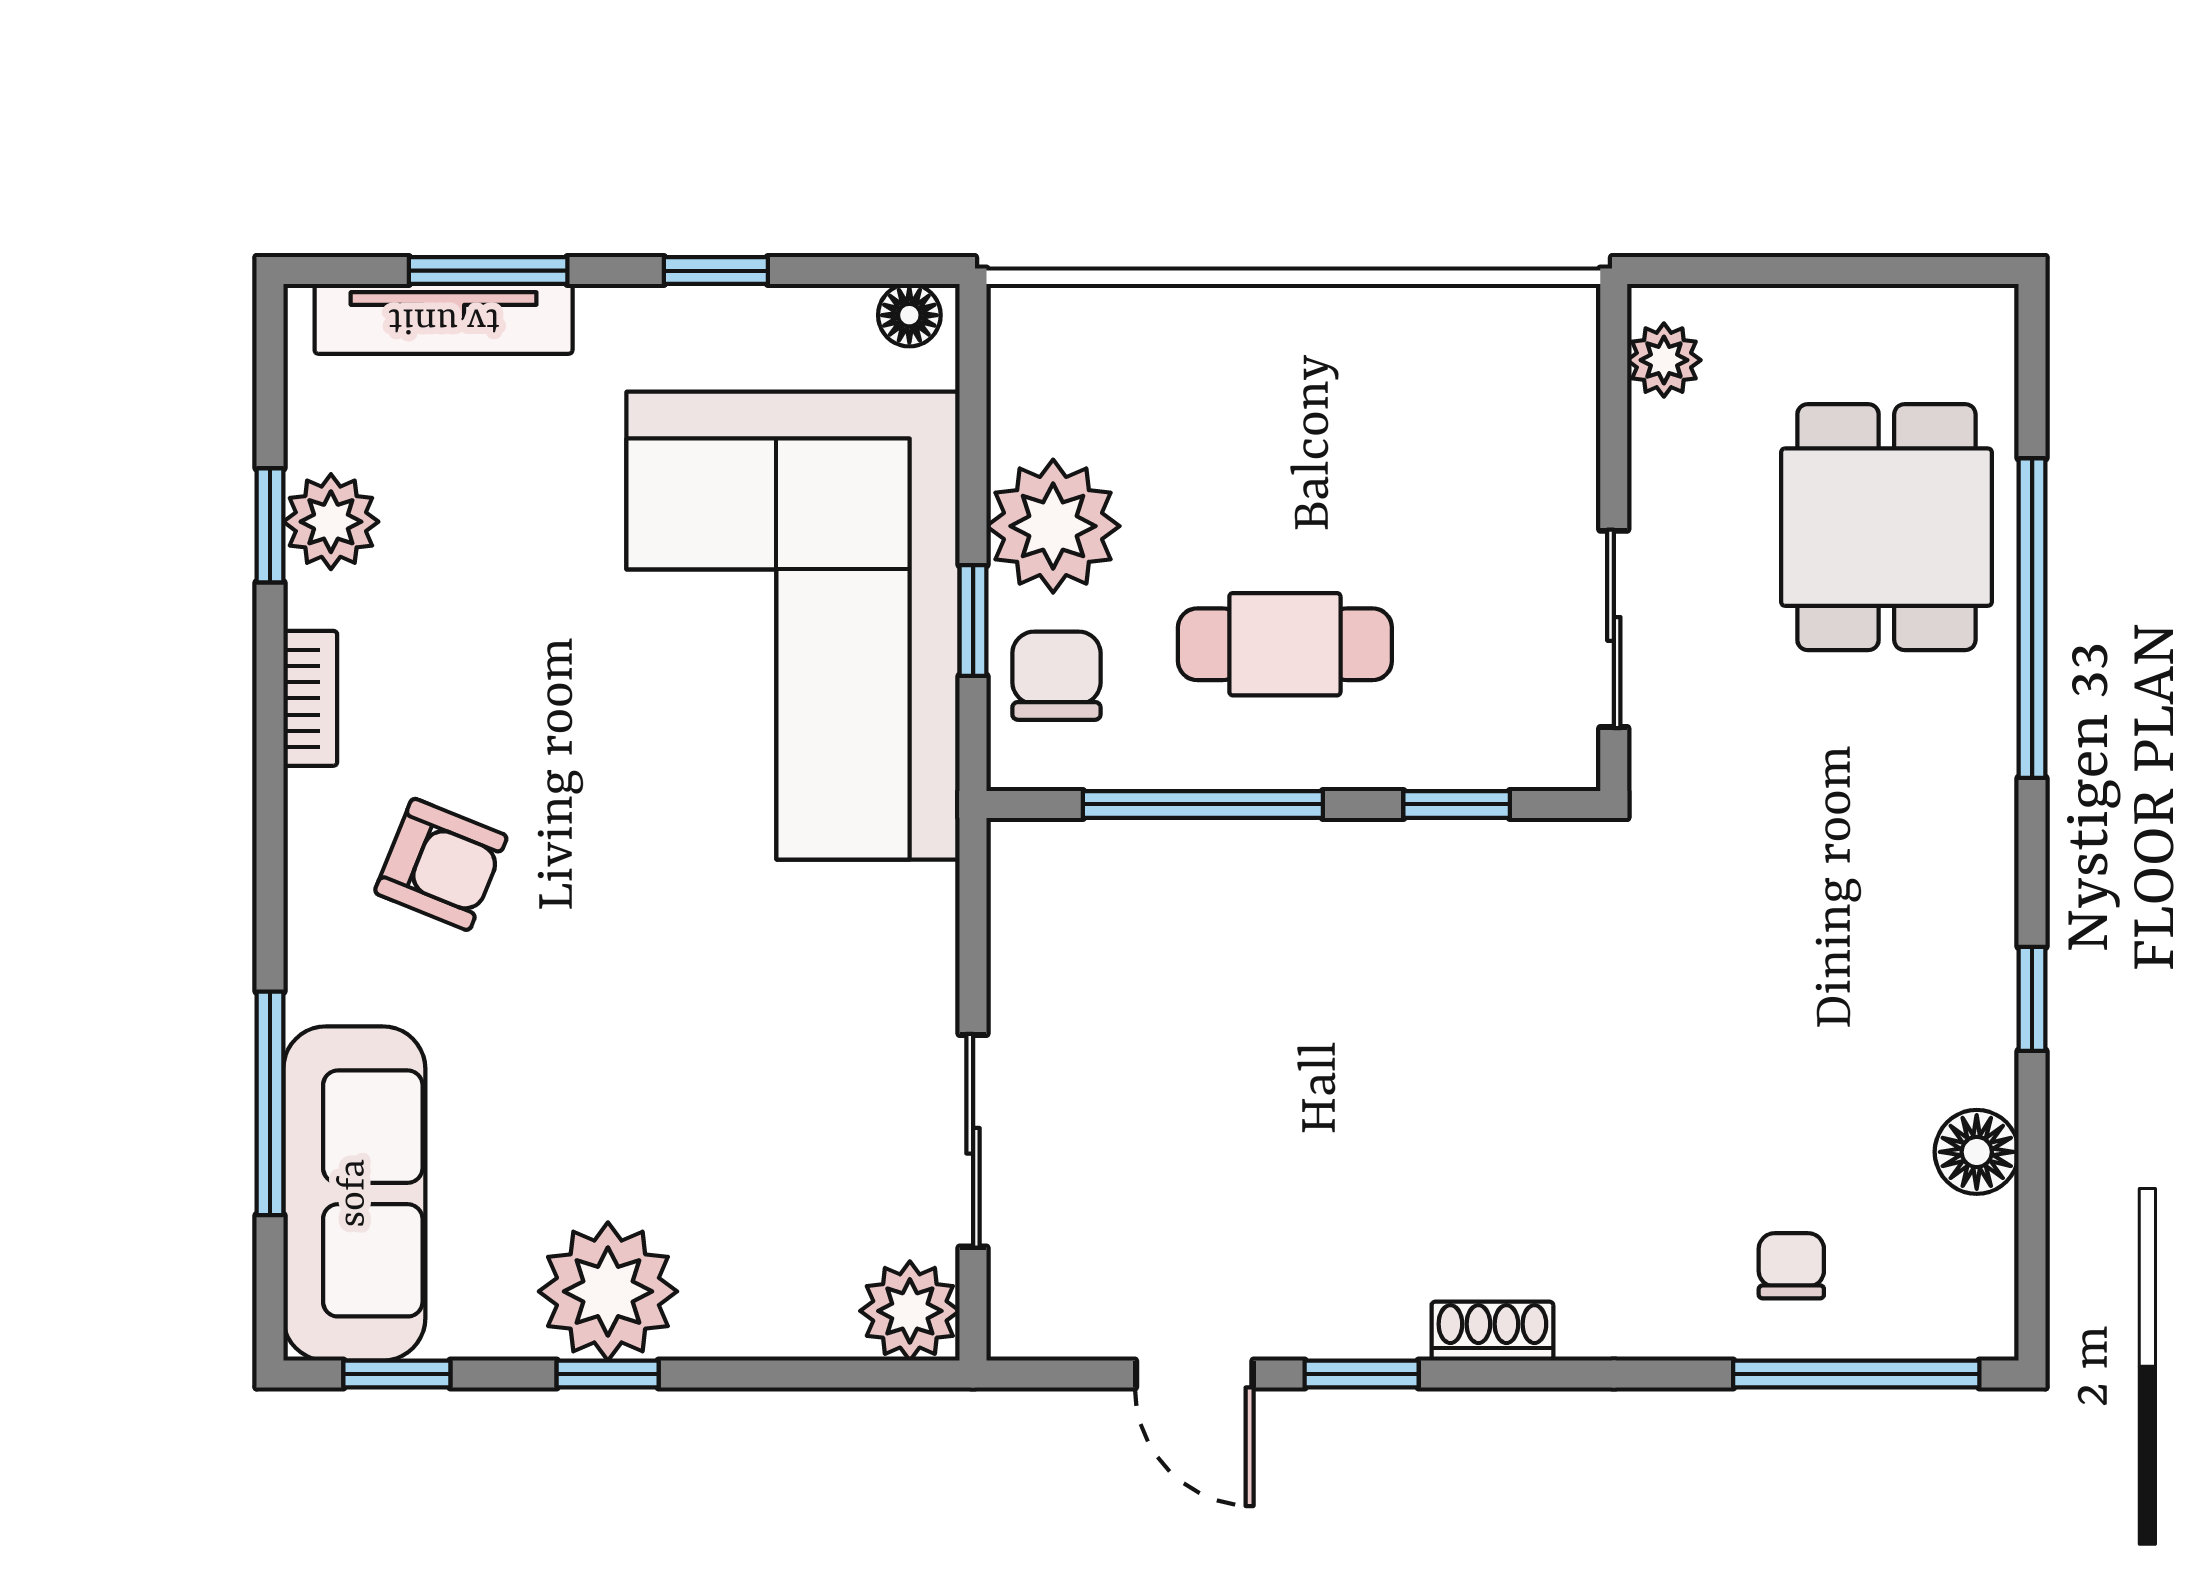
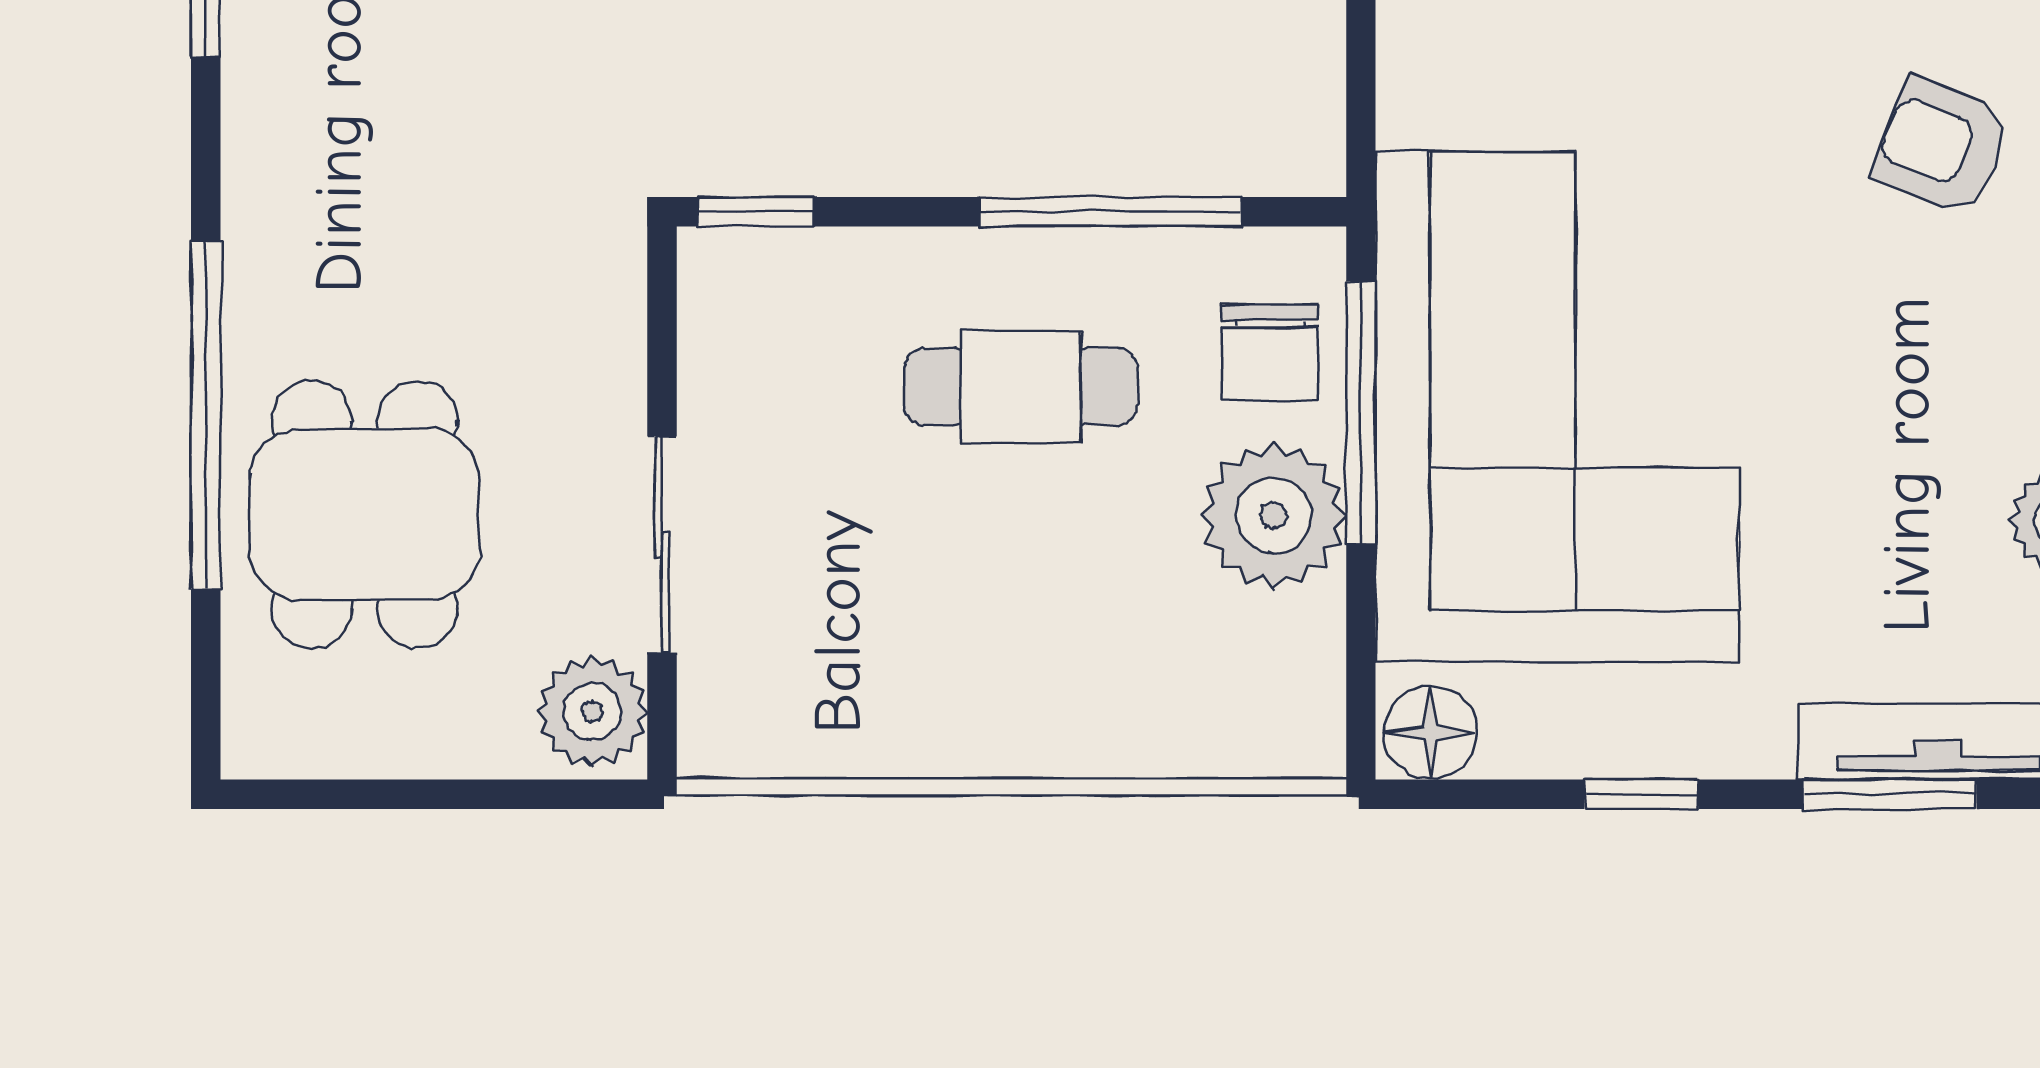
floor lamp: (909, 315) -> (1430, 733), width x1.37, depth x1.37
plant: (1664, 360) -> (592, 712), width x1.38, depth x1.38
window: (973, 621) -> (1361, 412), width x2.17
sliding door: (1614, 629) -> (662, 545), moved
window: (1457, 804) -> (756, 212), moved

